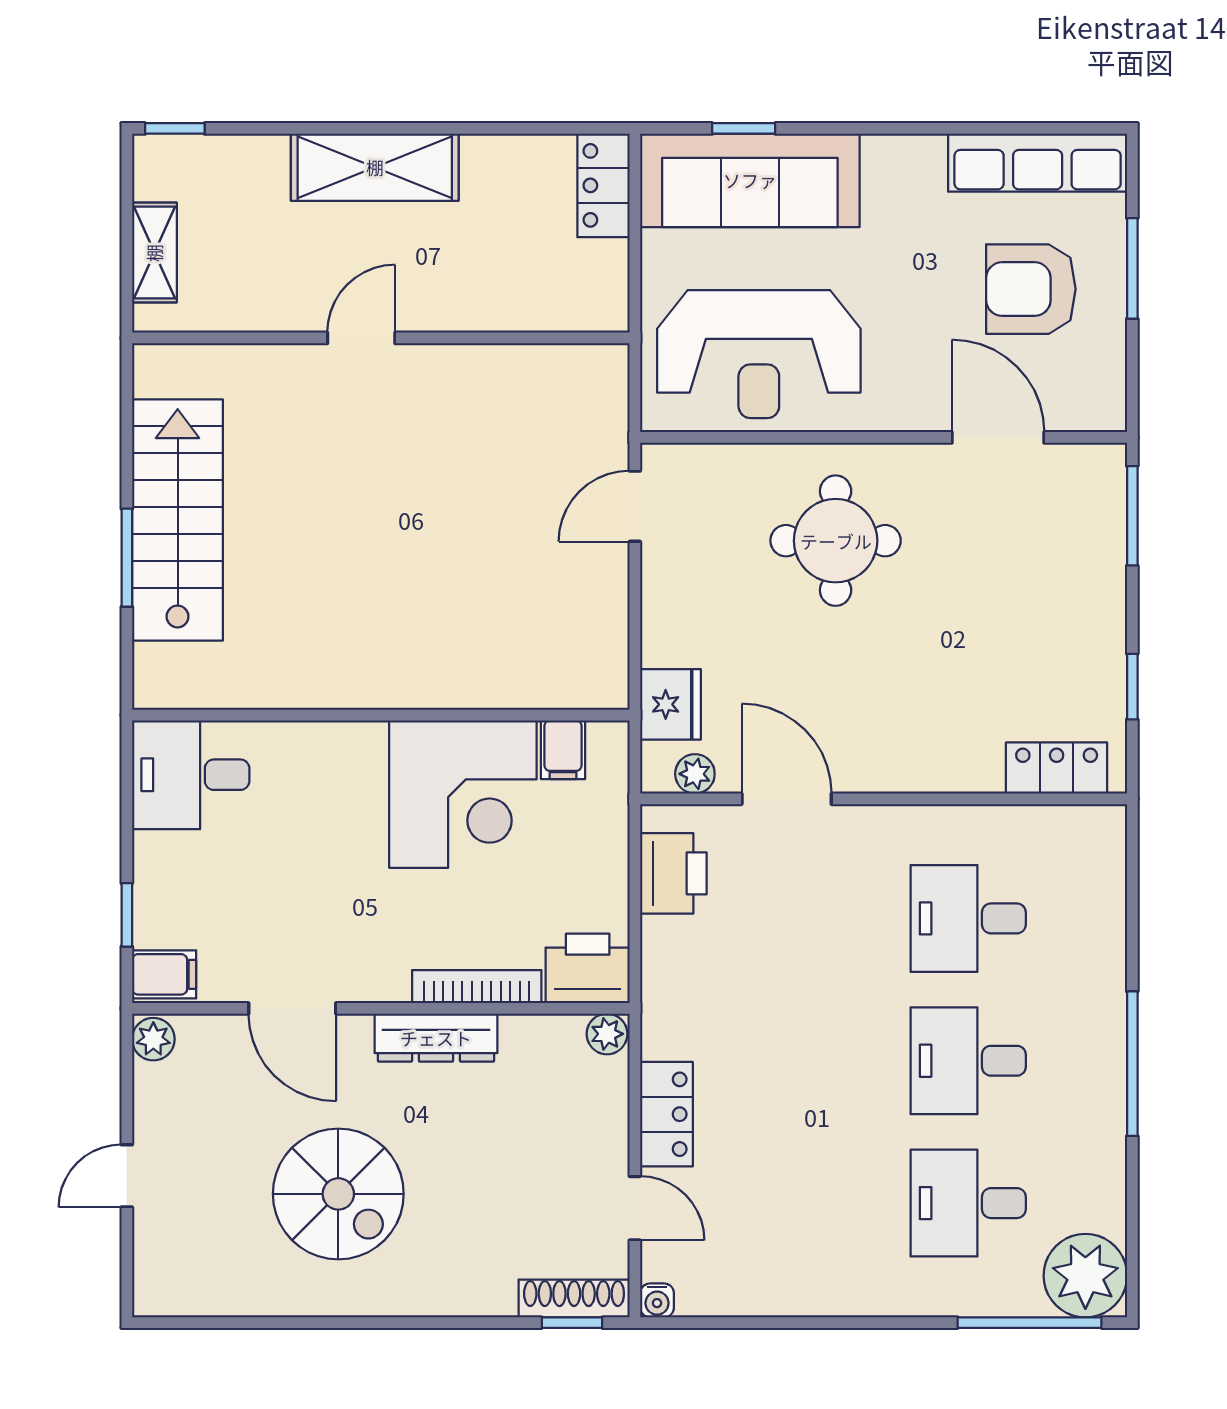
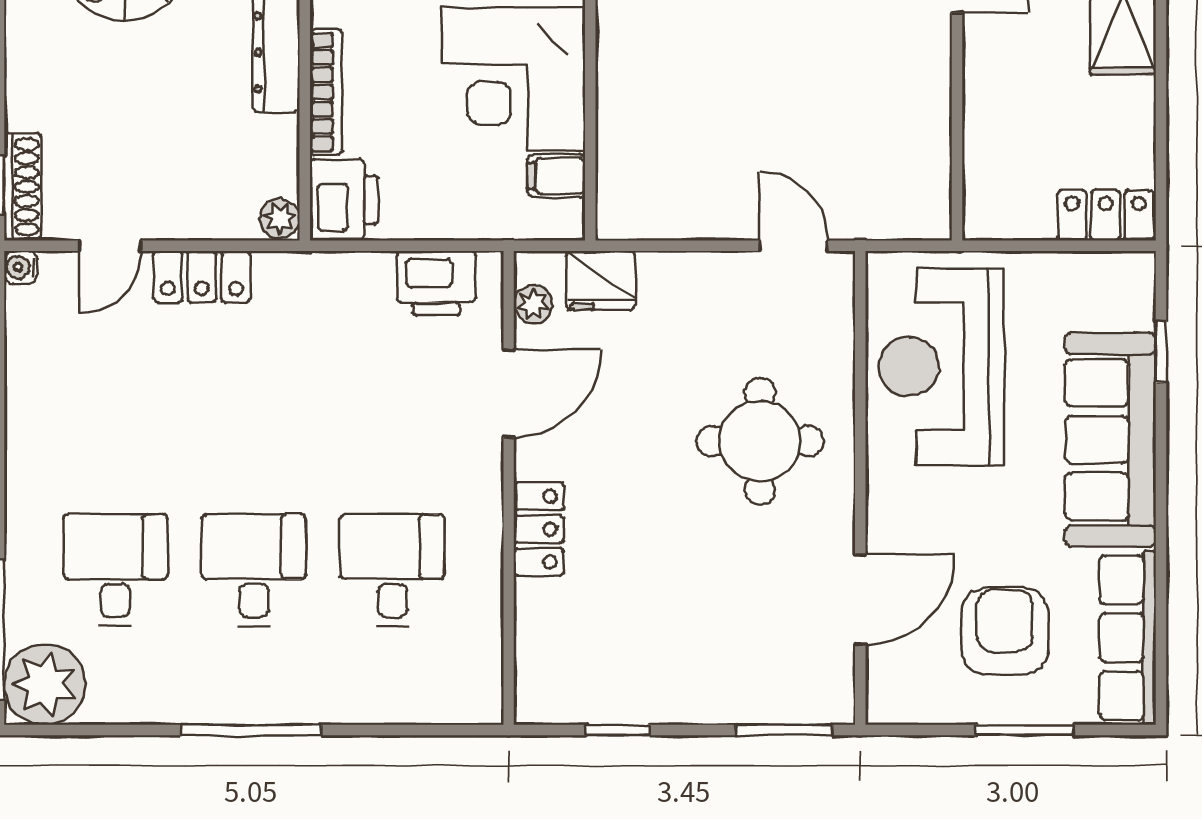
sofa: (750, 180) -> (1110, 440), moved
locker: (1057, 768) -> (539, 529), moved

